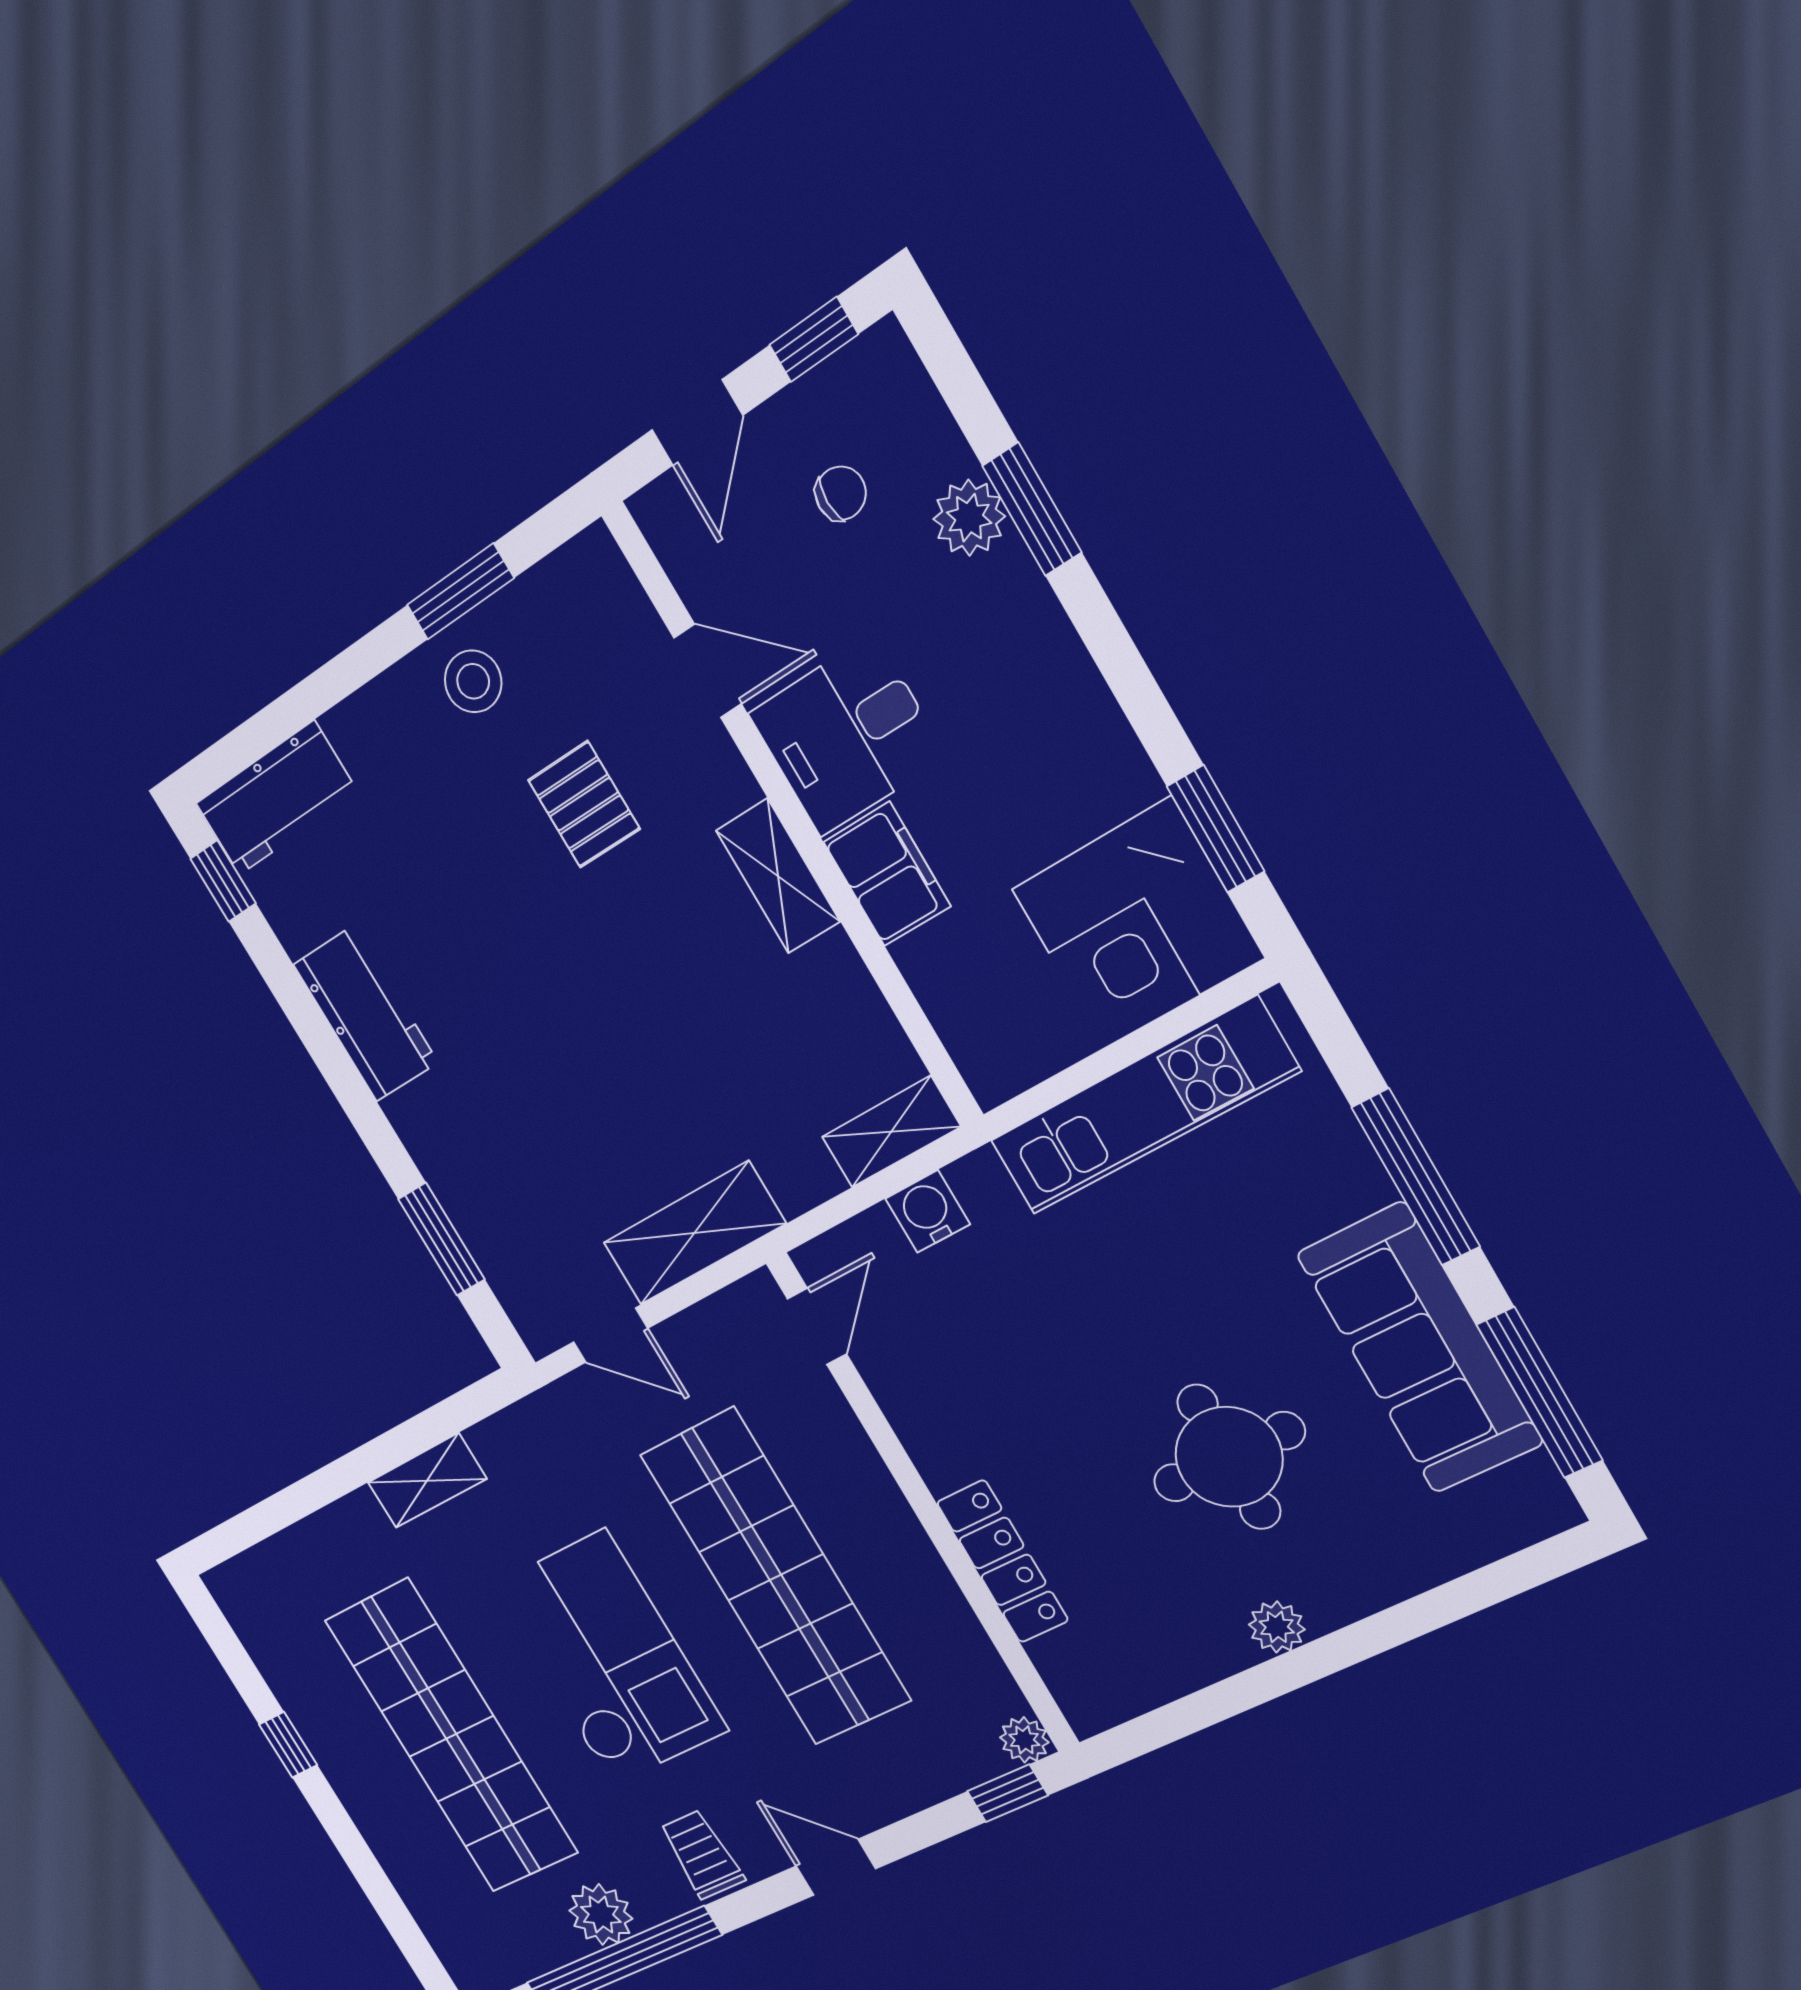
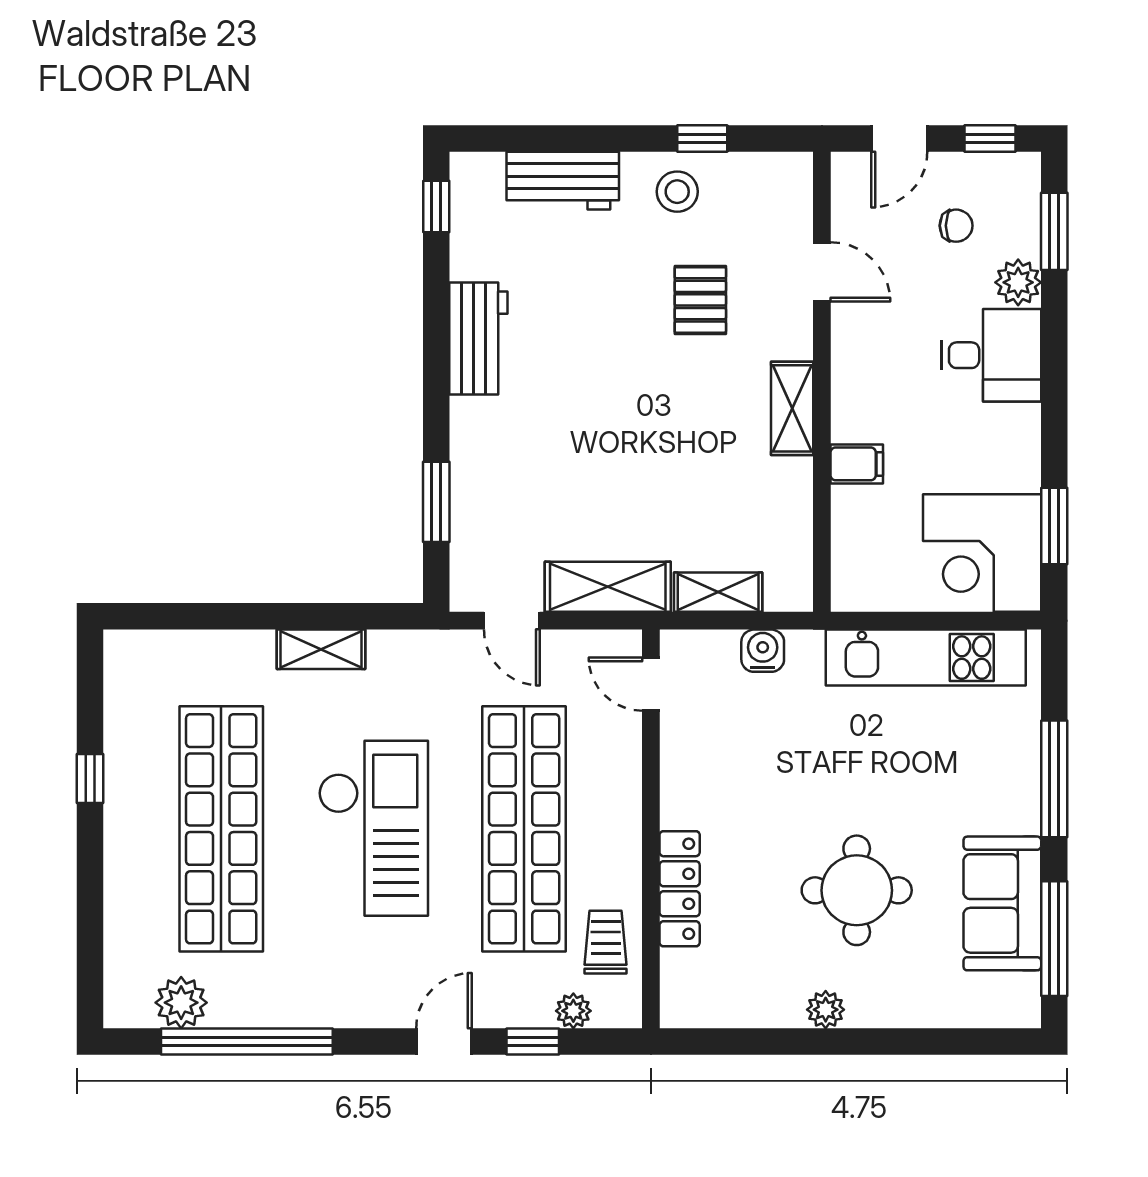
window: (1032, 509) -> (1054, 231), moved
window: (460, 591) -> (702, 139), width x0.67
desk: (847, 735) -> (991, 355), moved, turned 180
workbench: (277, 798) -> (563, 181), moved
filing cabinet: (887, 874) -> (857, 464), width x0.50
shelving: (891, 1132) -> (718, 592), moved
door: (817, 1326) -> (651, 684), swing flipped
sofa: (1420, 1348) -> (1002, 903), width x0.73
plant: (1024, 1740) -> (573, 1011), moved
window: (1008, 1793) -> (533, 1041), moved
trolley: (702, 1854) -> (606, 942), moved
door: (836, 1867) -> (444, 1041), hinge flipped
plant: (601, 1914) -> (181, 1003), moved

